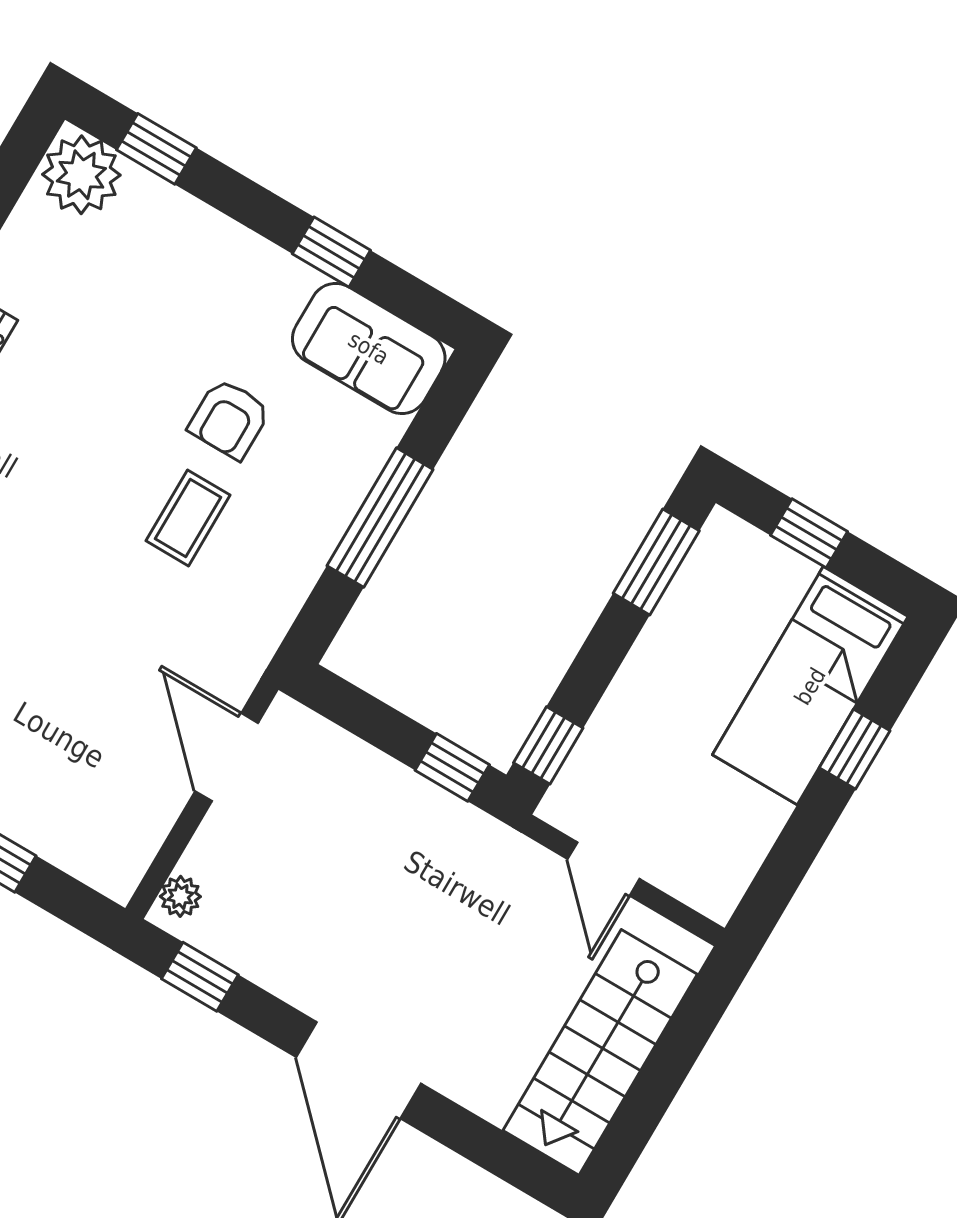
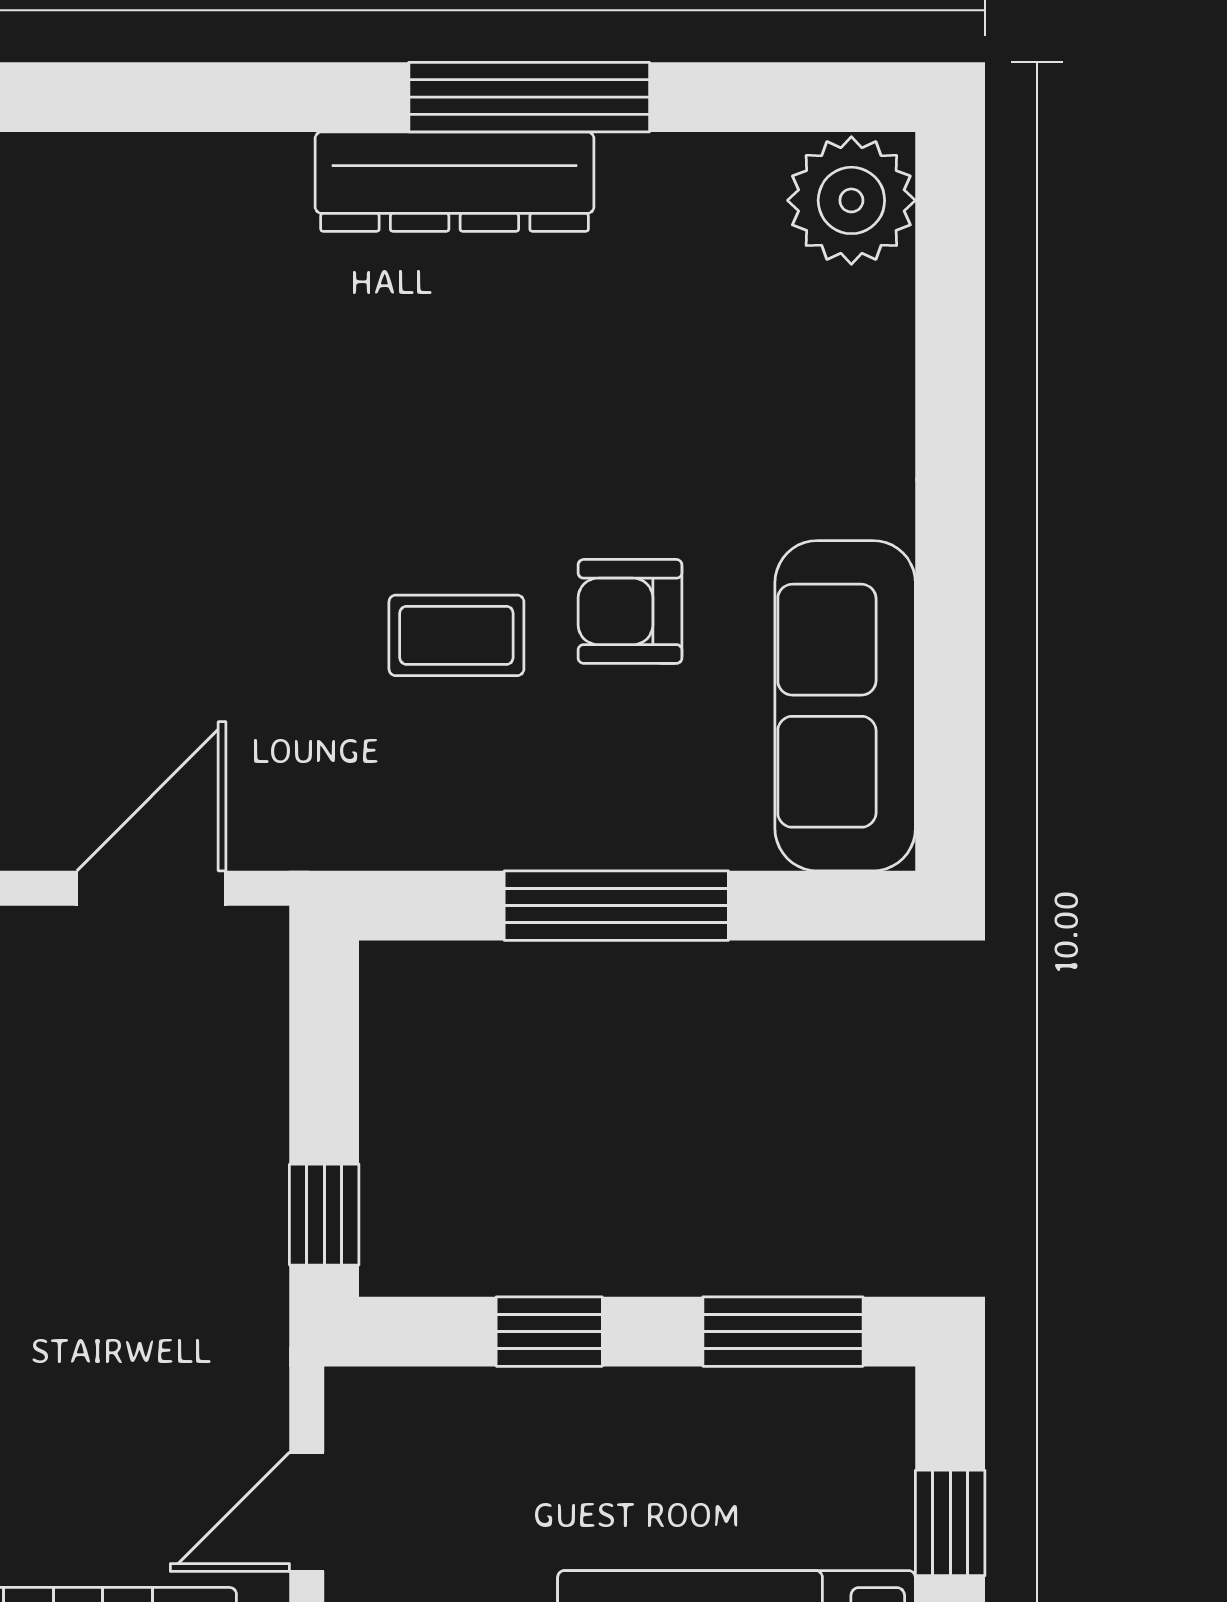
window: (156, 149) -> (950, 284), removed
window: (331, 252) -> (950, 617), removed
sofa: (369, 348) -> (845, 706), width x1.36
window: (548, 745) -> (549, 1332), moved

